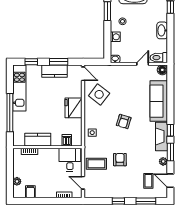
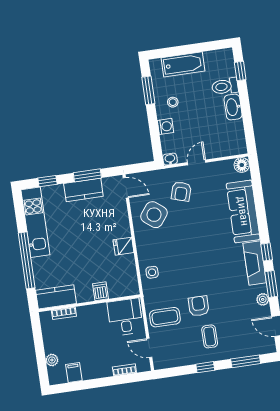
toilet: (159, 58) -> (225, 86), moved
door: (143, 64) -> (197, 162), moved
fridge: (74, 108) -> (123, 246), width x0.53, depth x0.75
armchair: (124, 122) -> (181, 191), moved
kitchen counter: (38, 140) -> (56, 297), moved
dishwasher: (67, 140) -> (100, 291), moved
coffee table: (148, 181) -> (210, 336), moved

